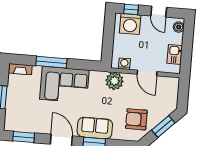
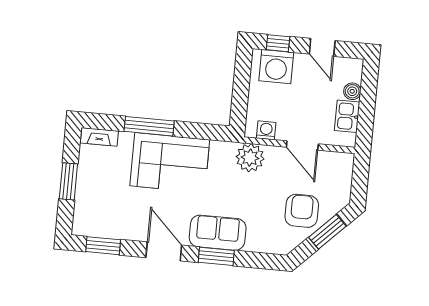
boiler: (179, 27) -> (352, 91), moved
armchair: (136, 119) -> (302, 211), moved, turned 90

